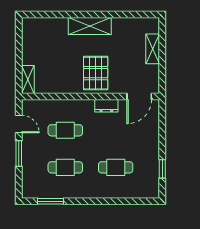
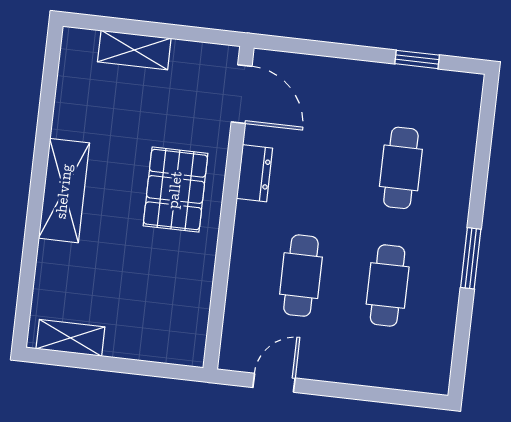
pallet: (96, 73) -> (175, 190), turned 90
shelving: (28, 79) -> (70, 338), moved
window: (19, 154) -> (343, 391), removed
window: (50, 201) -> (471, 258), moved

